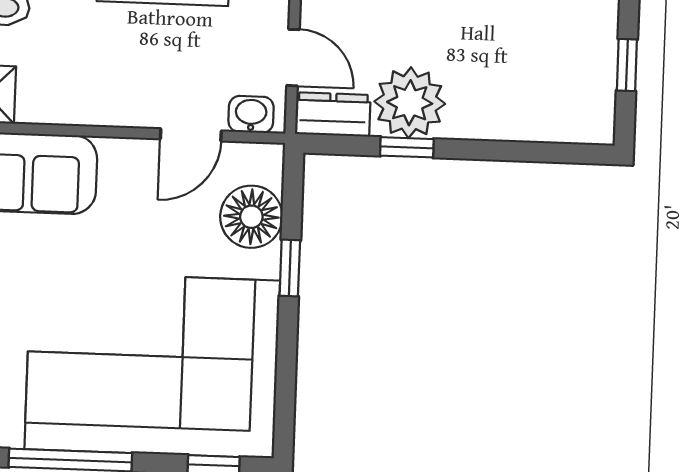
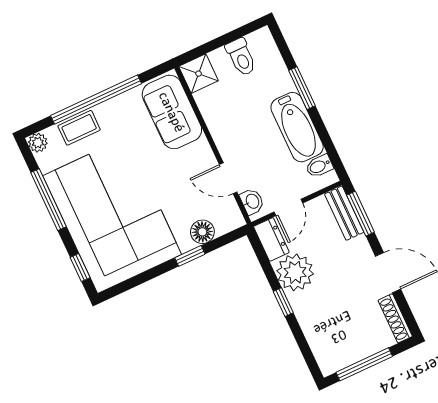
window: (627, 65) -> (364, 364), width x2.17
window: (407, 147) -> (283, 302), moved
floor lamp: (251, 217) -> (202, 232), width x0.73, depth x0.73

